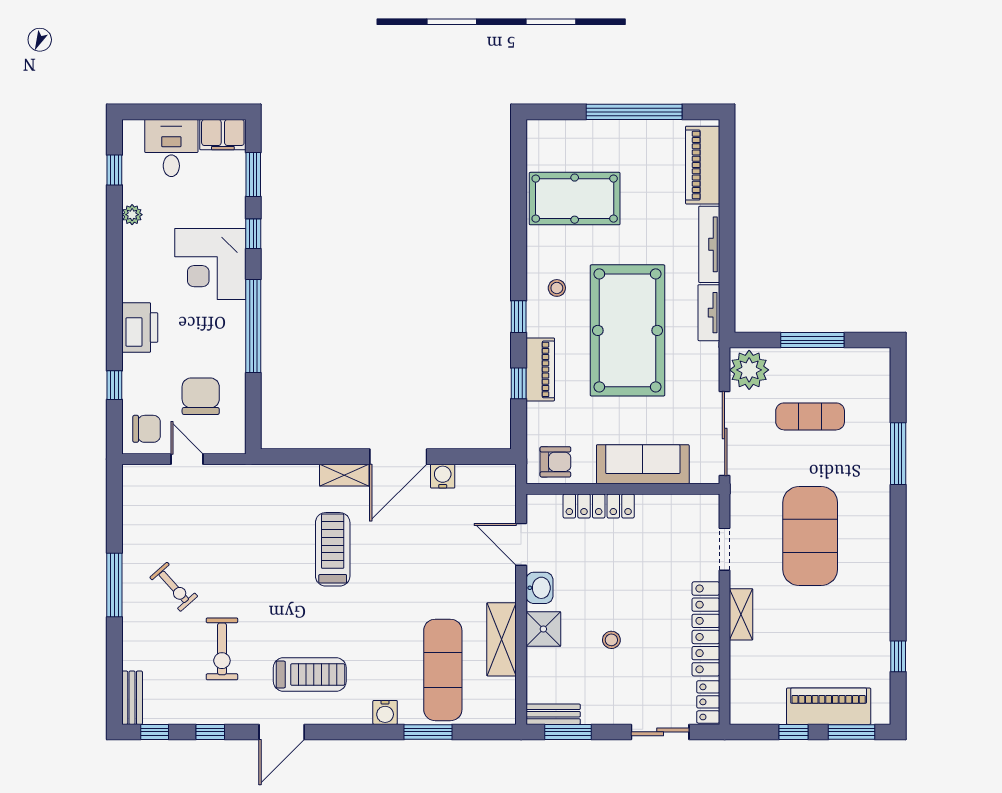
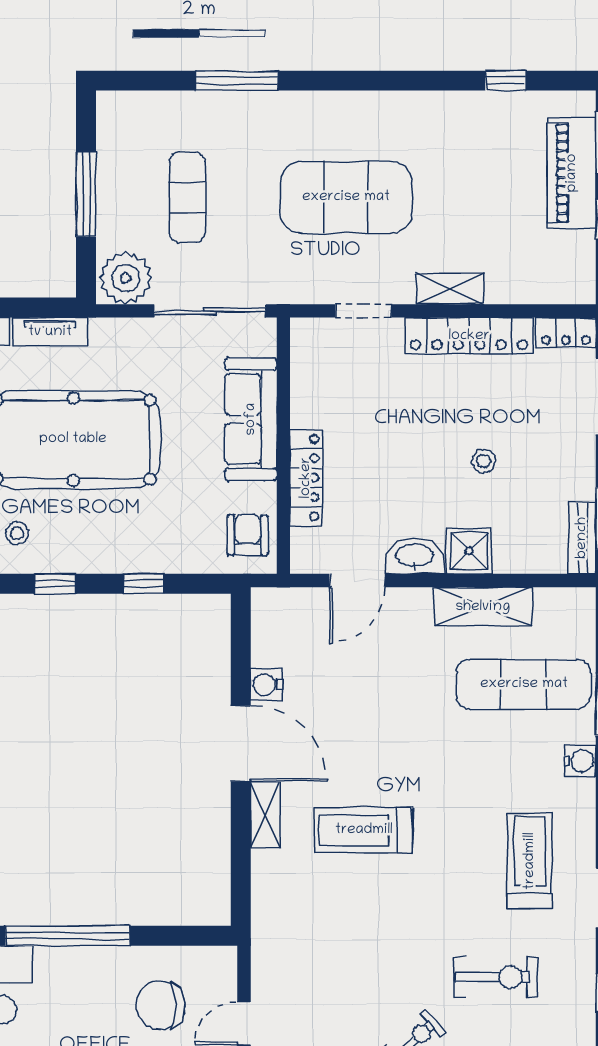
piano: (540, 369) -> (125, 555), removed
washbasin: (539, 588) -> (415, 556), width x1.38

